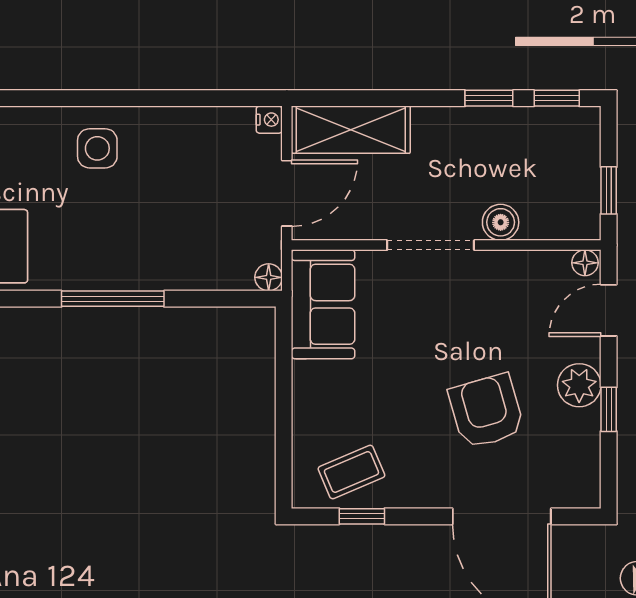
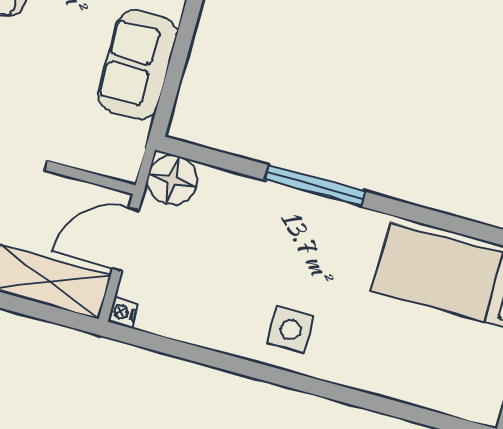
floor lamp: (269, 277) -> (172, 180), width x1.89, depth x1.89
sofa: (323, 304) -> (137, 65), moved

